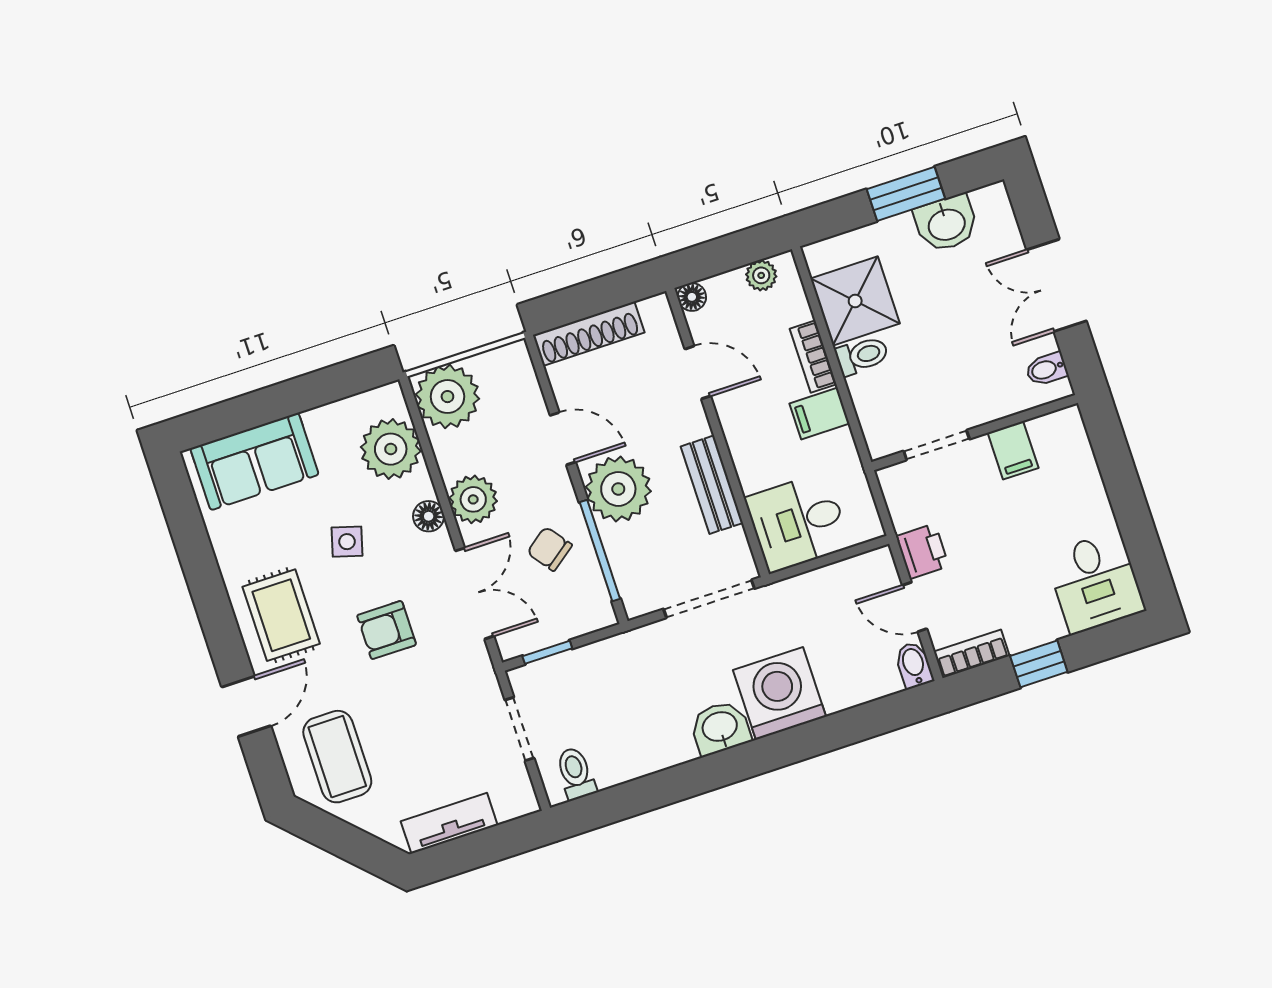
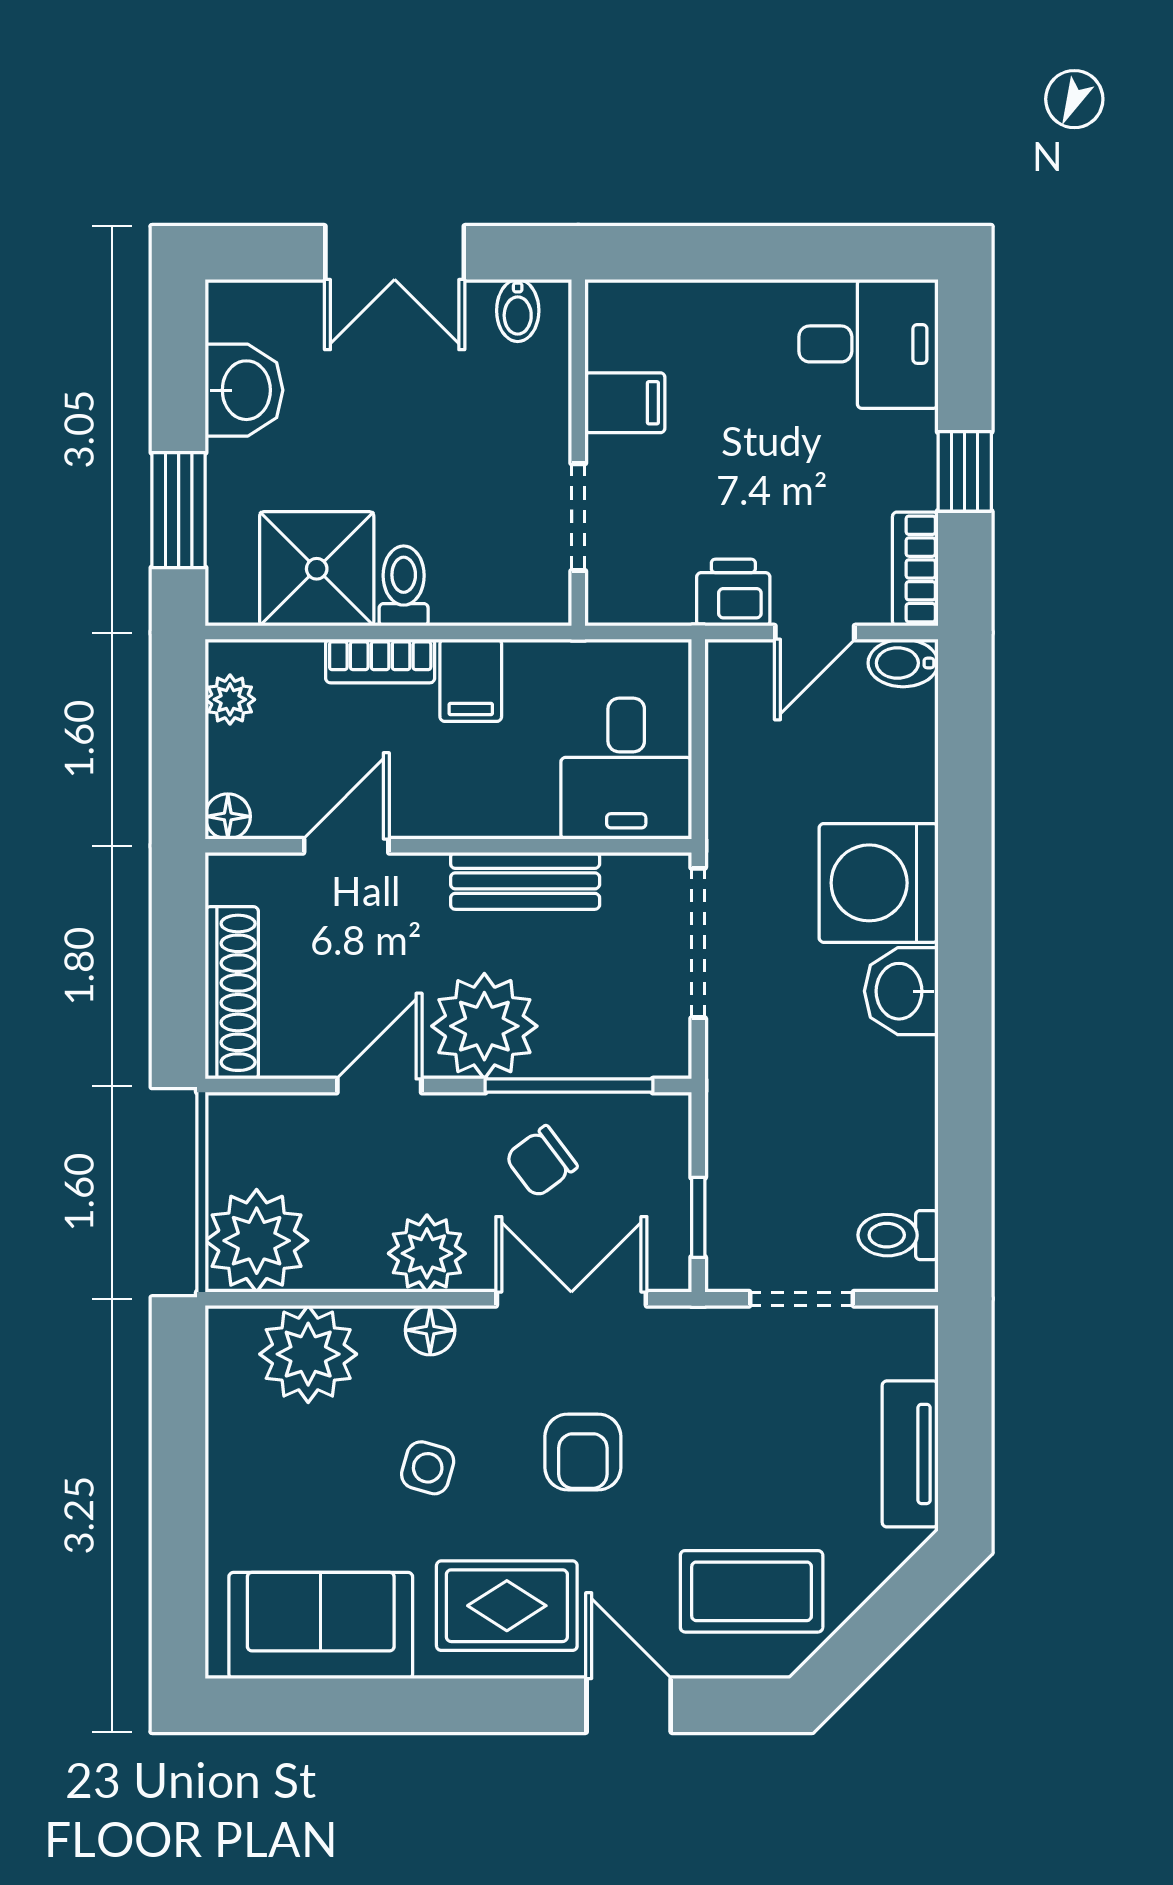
window: (906, 194) -> (179, 510), moved
sofa: (254, 461) -> (321, 1625), moved, turned -90

